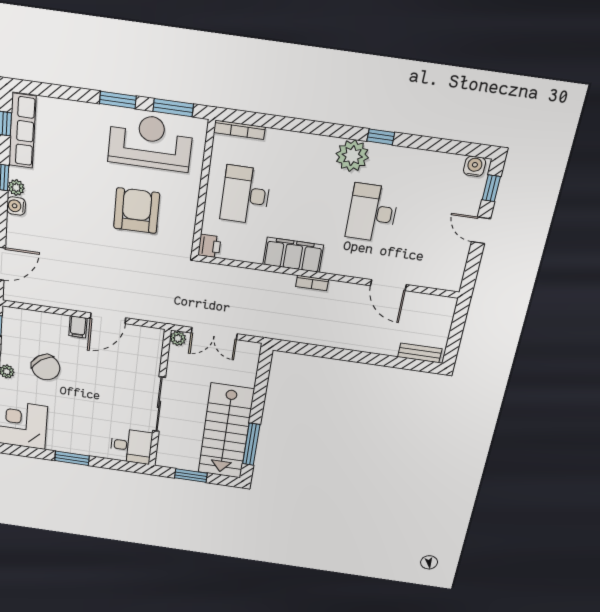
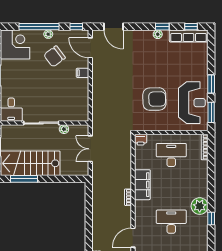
water cooler: (16, 206) -> (148, 35), removed
door: (108, 318) -> (90, 48), moved
plant: (178, 338) -> (64, 129), moved

